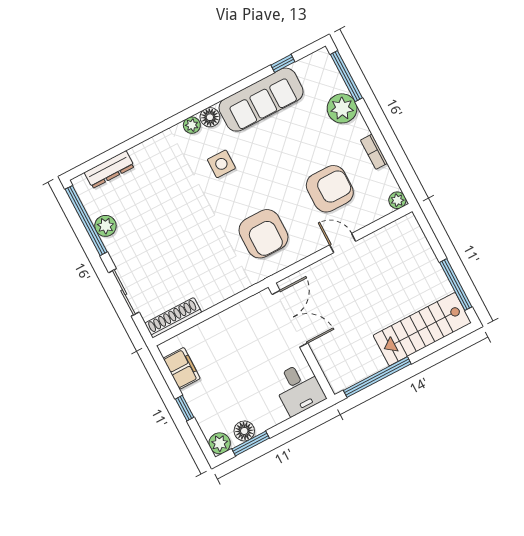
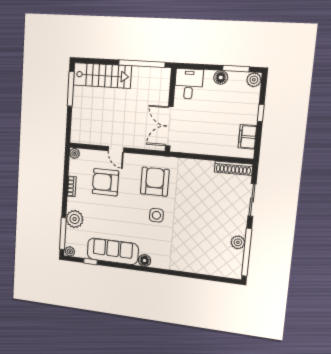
plant: (192, 125) -> (70, 251), moved
side table: (221, 164) -> (156, 215), moved
dresser: (109, 170) -> (216, 270), removed
floor lamp: (244, 431) -> (221, 78), moved

